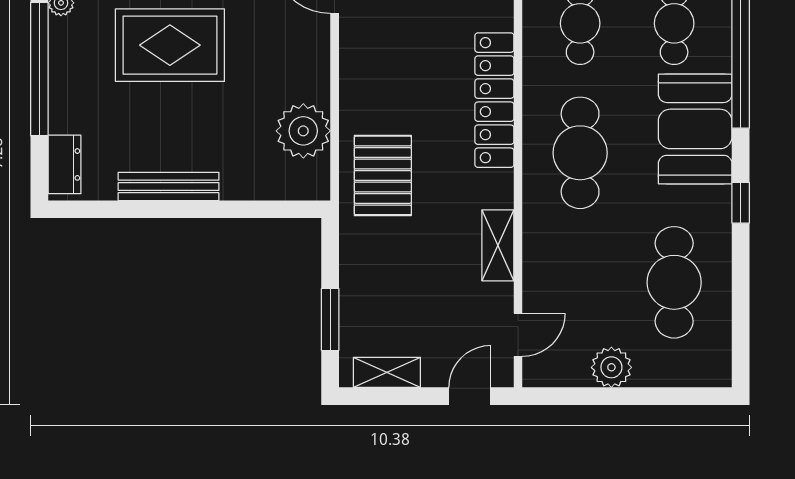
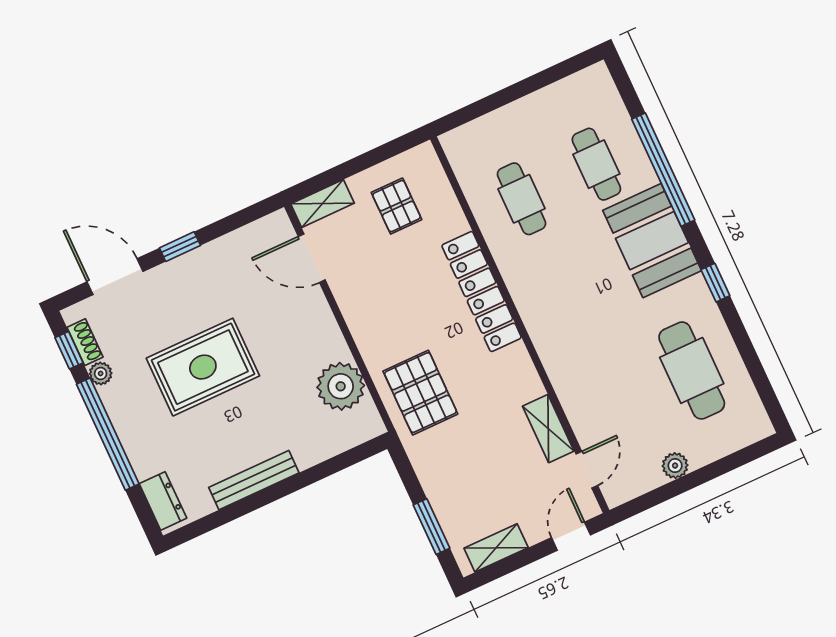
cafe table: (580, 153) -> (569, 302), removed
shelving: (498, 245) -> (548, 429), moved
plant: (611, 367) -> (675, 466), width x0.73, depth x0.73

